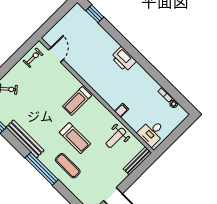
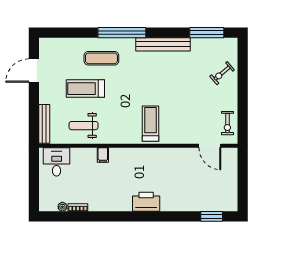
treadmill: (75, 138) -> (85, 89), moved
weight bench: (116, 138) -> (84, 126), turned -90

